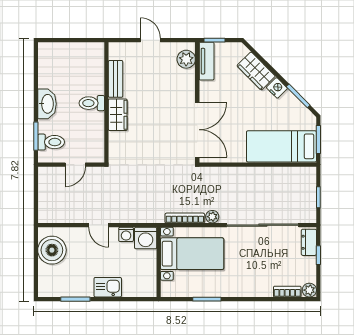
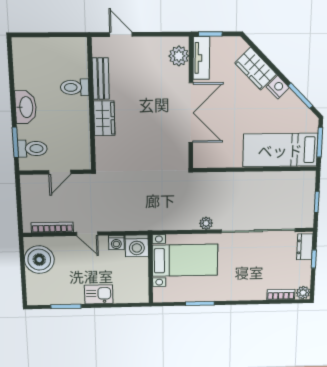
door: (150, 40) -> (121, 34), moved
toilet: (92, 103) -> (75, 87), moved
double door: (197, 130) -> (191, 113), moved
bookcase: (185, 218) -> (52, 227), moved

